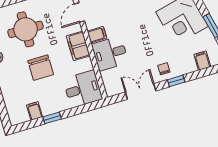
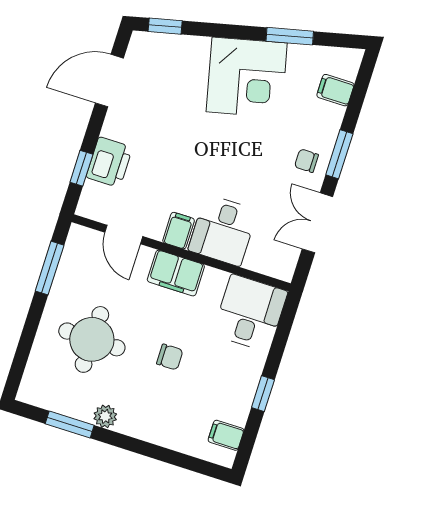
chair: (41, 68) -> (170, 357), width x0.54, depth x0.54
window: (176, 81) -> (339, 154), width x1.50
filing cabinet: (35, 111) -> (226, 435), moved

